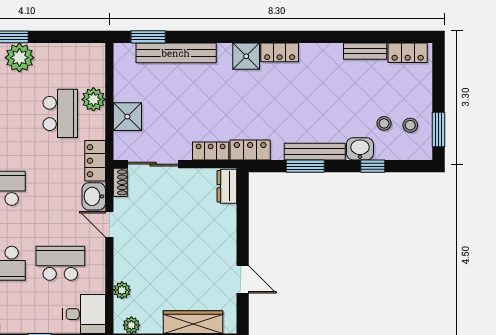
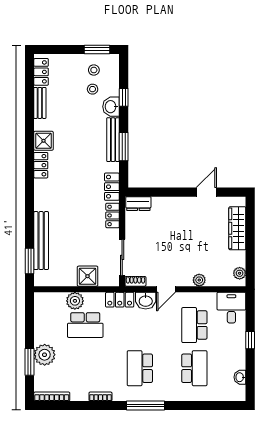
shower: (246, 56) -> (44, 141), moved
school desk: (60, 113) -> (85, 325), turned 180
plant: (122, 290) -> (199, 280), moved

